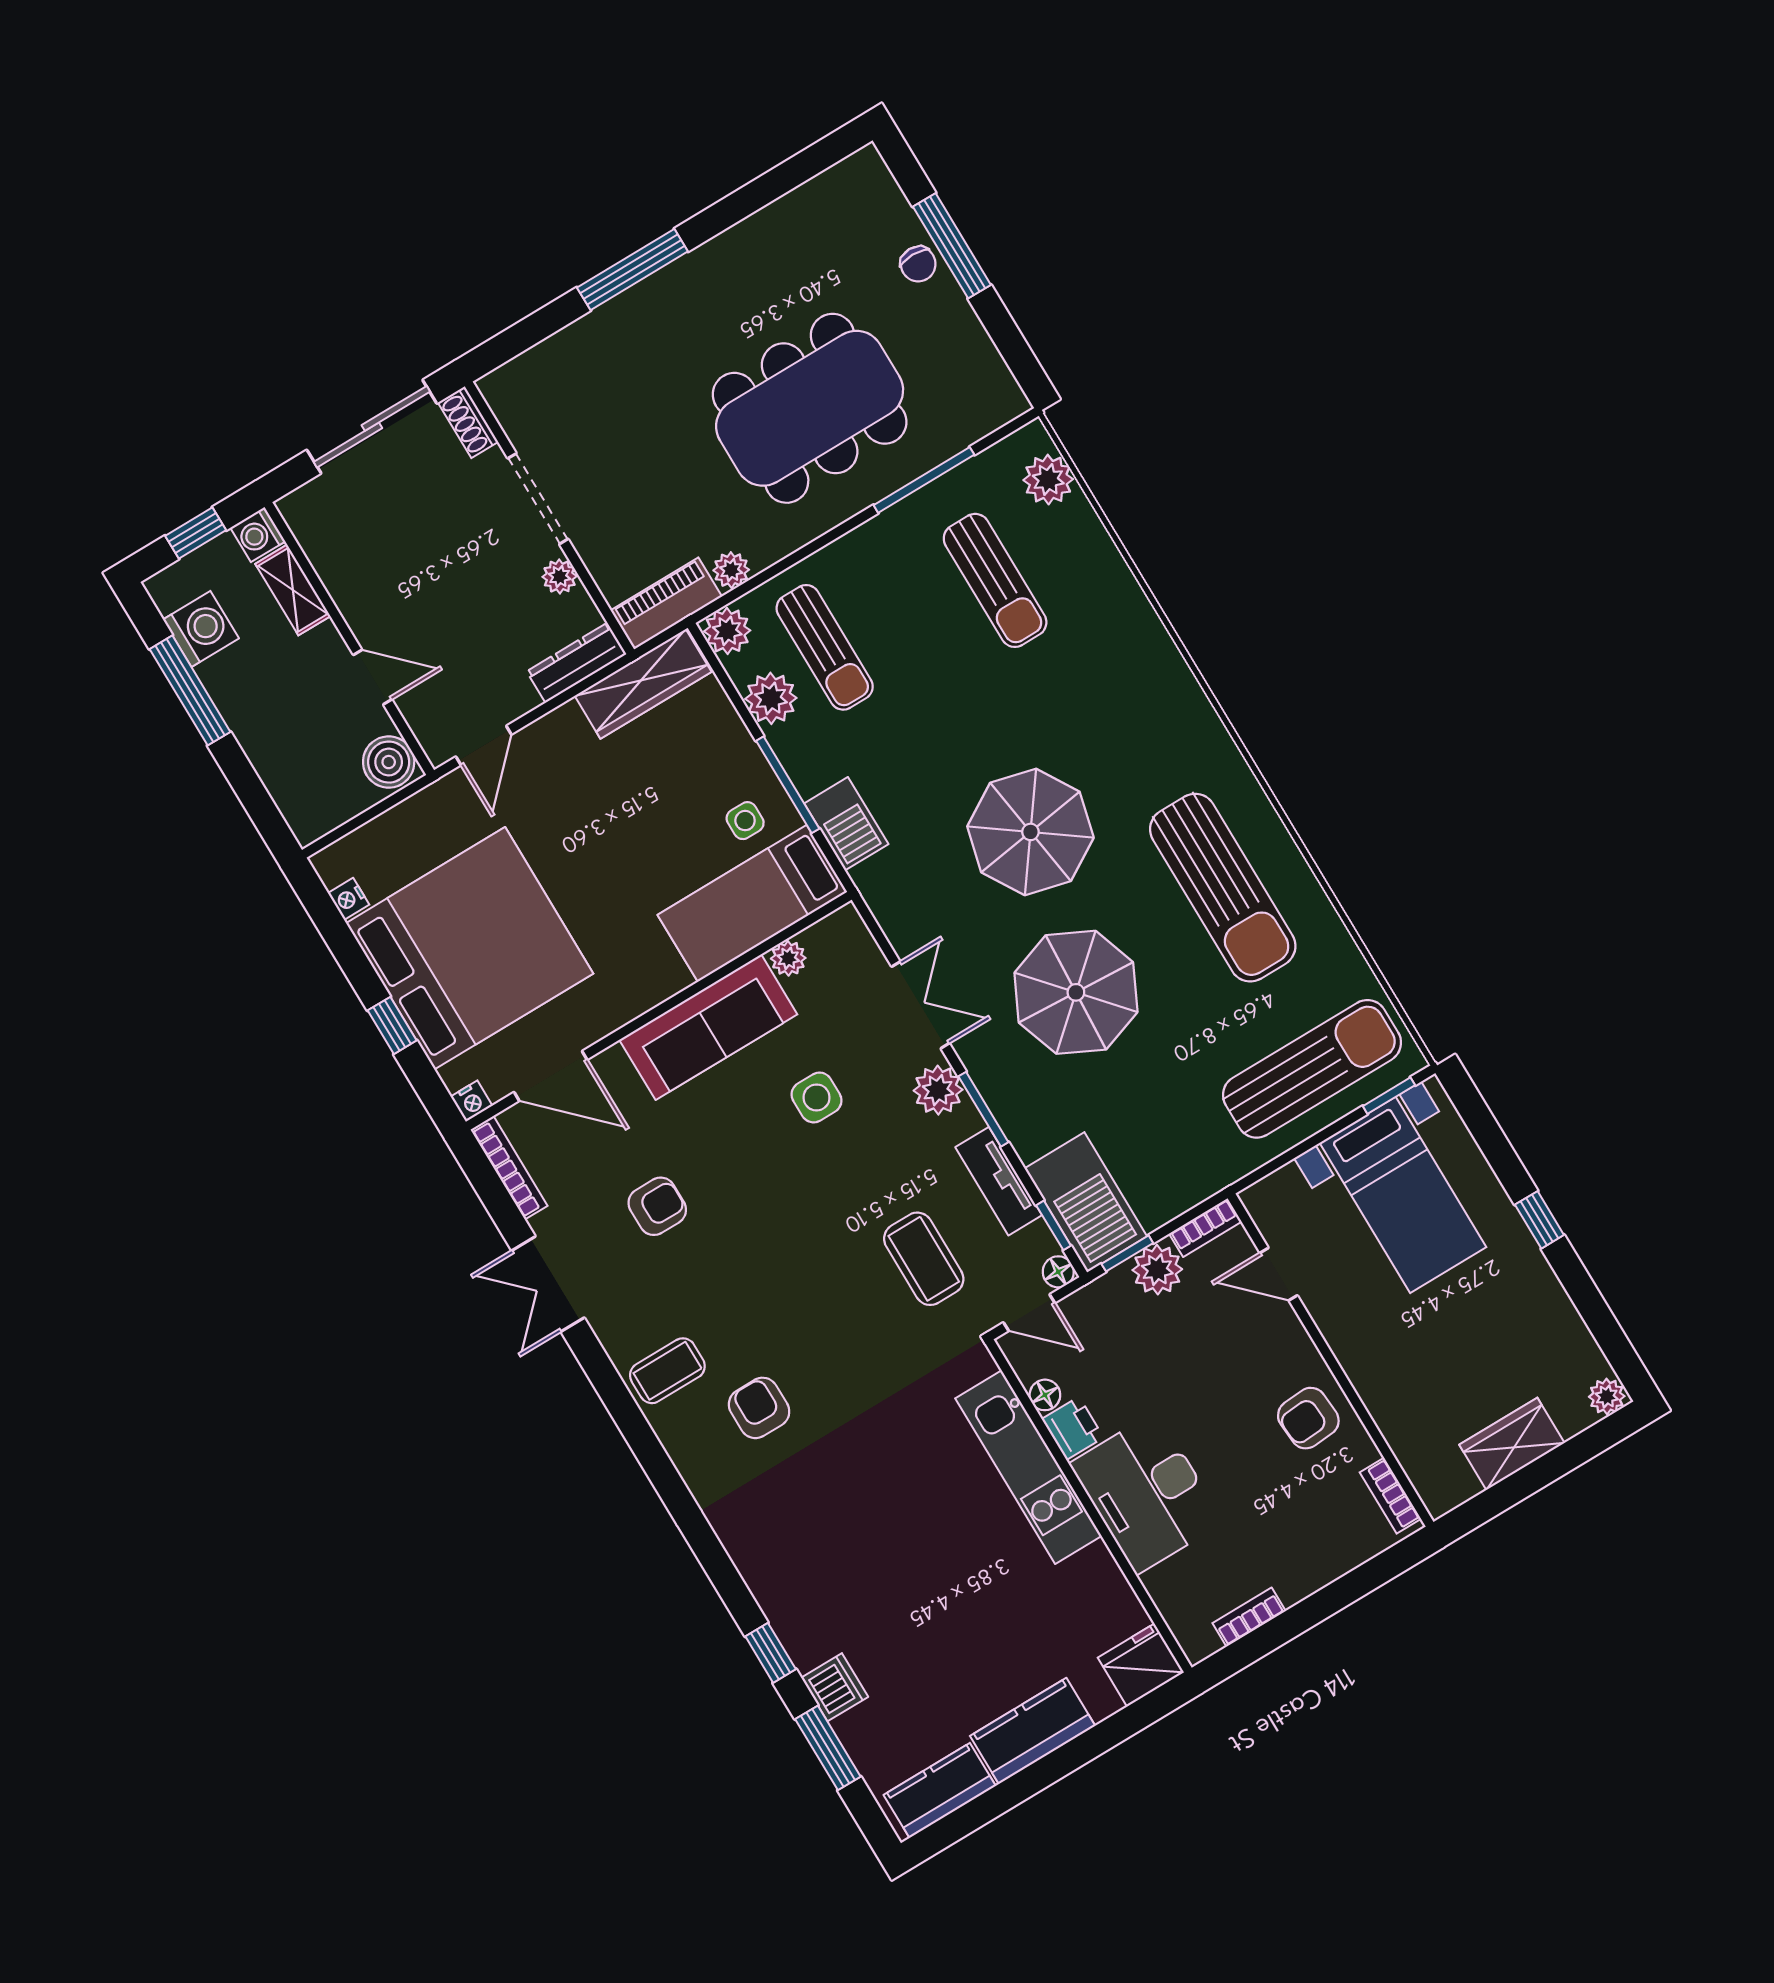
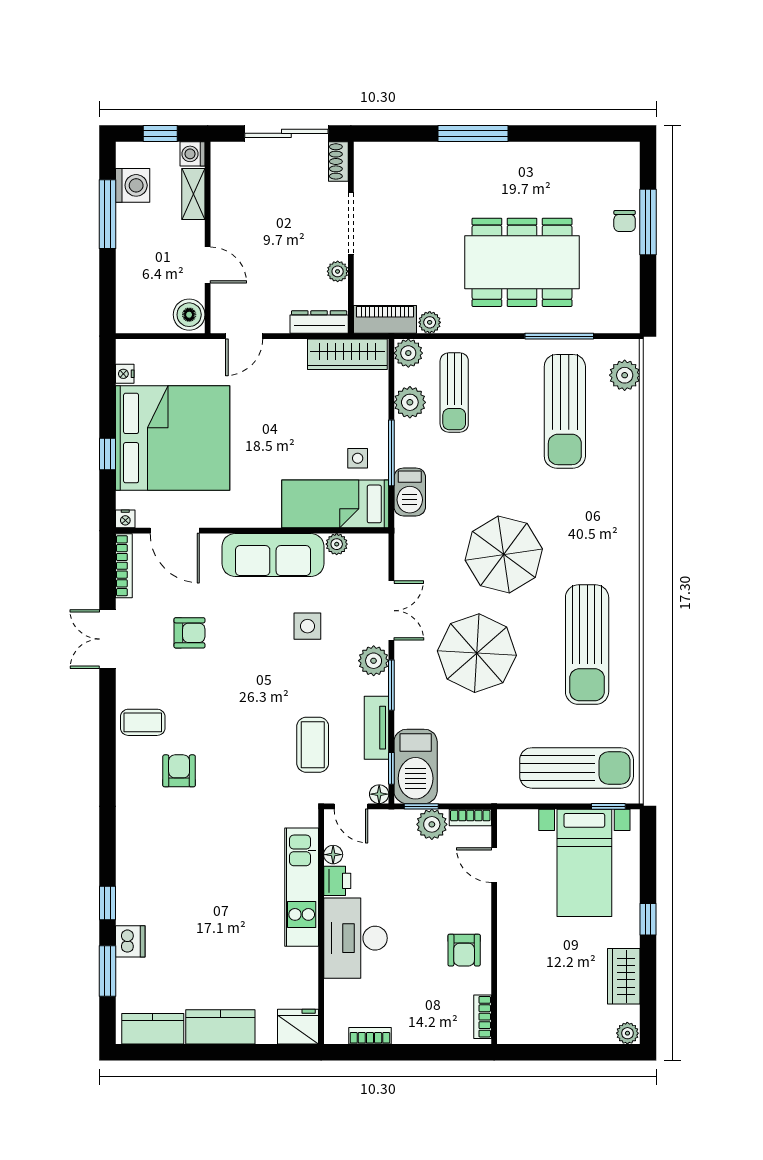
sun lounger: (995, 580) -> (565, 411), width x1.36, depth x1.34
armchair: (1308, 1418) -> (464, 950), turned -86
wardrobe: (1512, 1444) -> (624, 976), moved, turned -90

